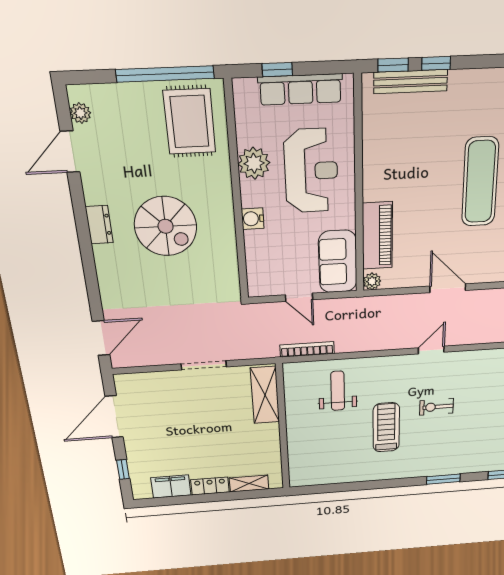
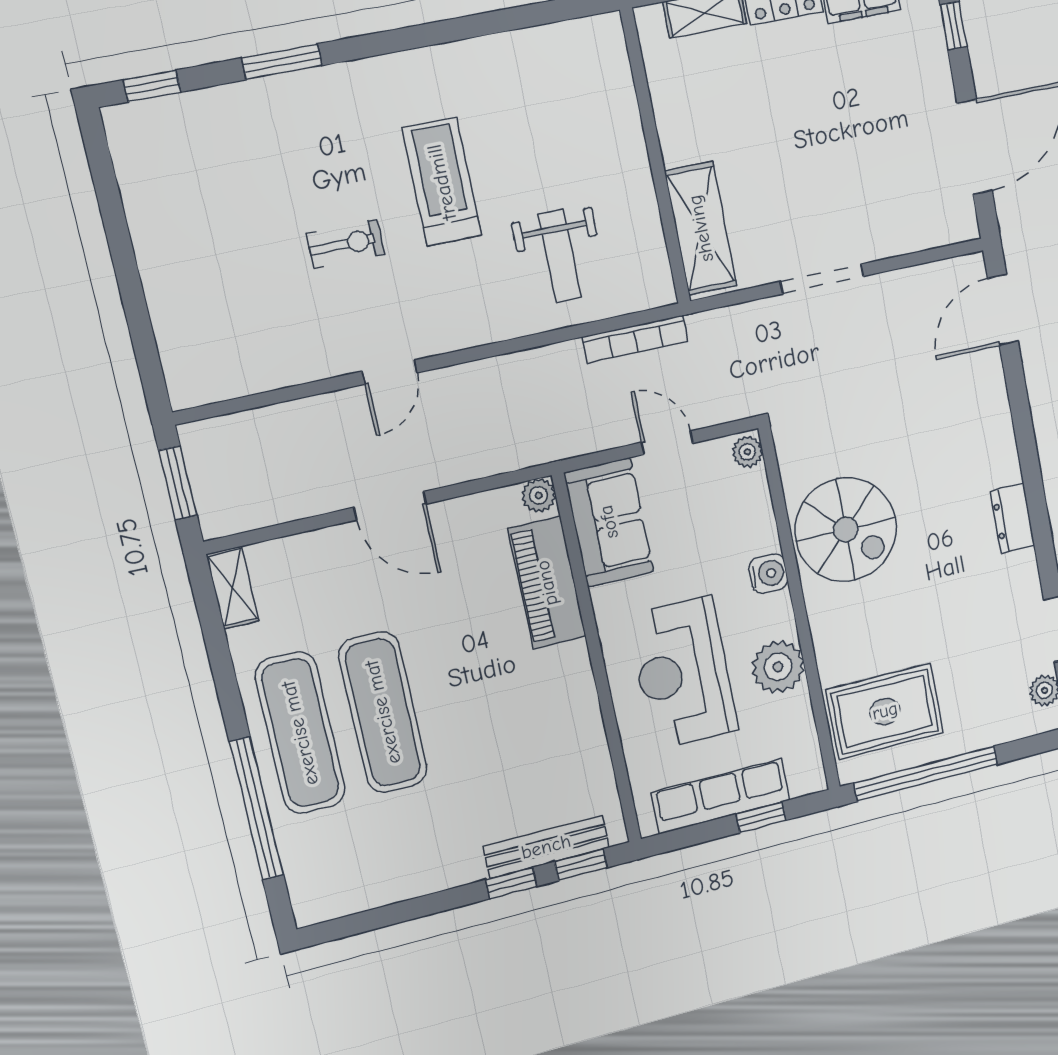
rug: (190, 122) -> (885, 711), turned 90
spiral stairs: (166, 226) -> (846, 530), moved, turned 180
plant: (256, 286) -> (747, 452), added
treadmill: (386, 427) -> (442, 182), turned 180

